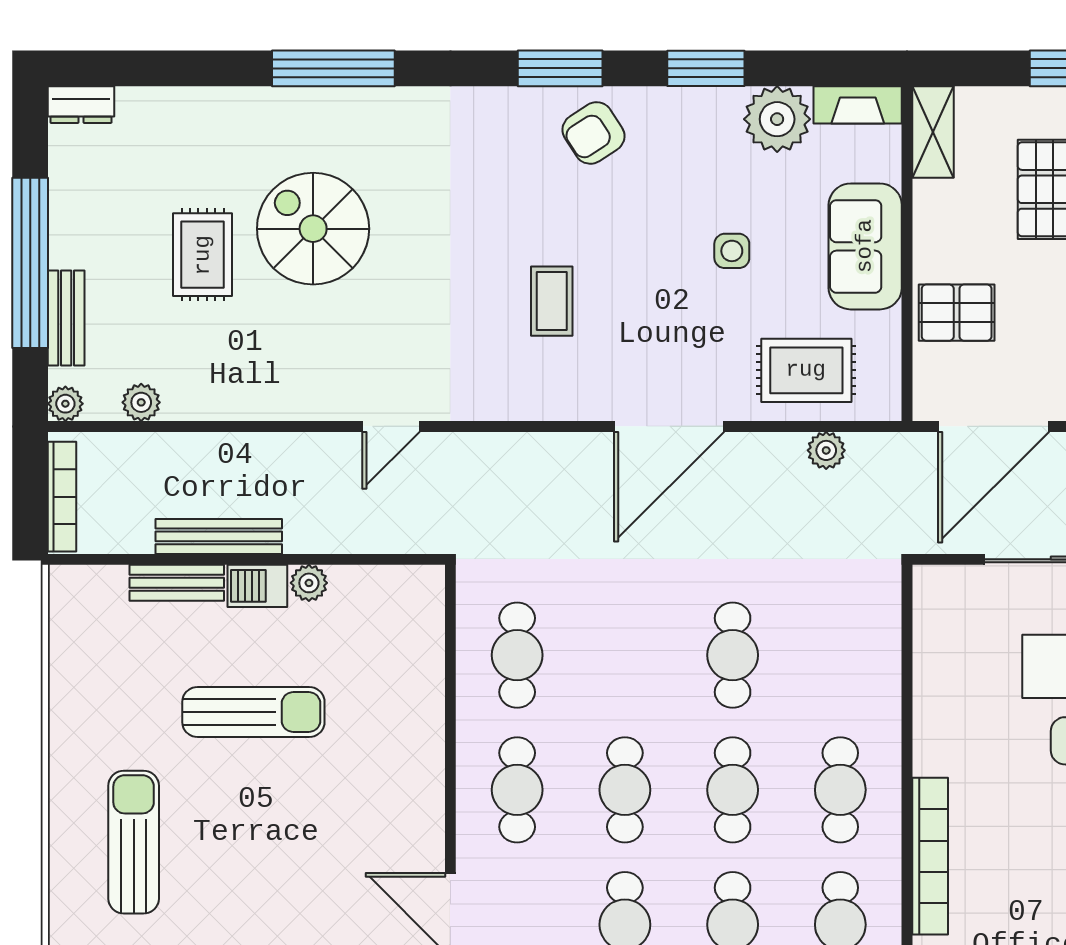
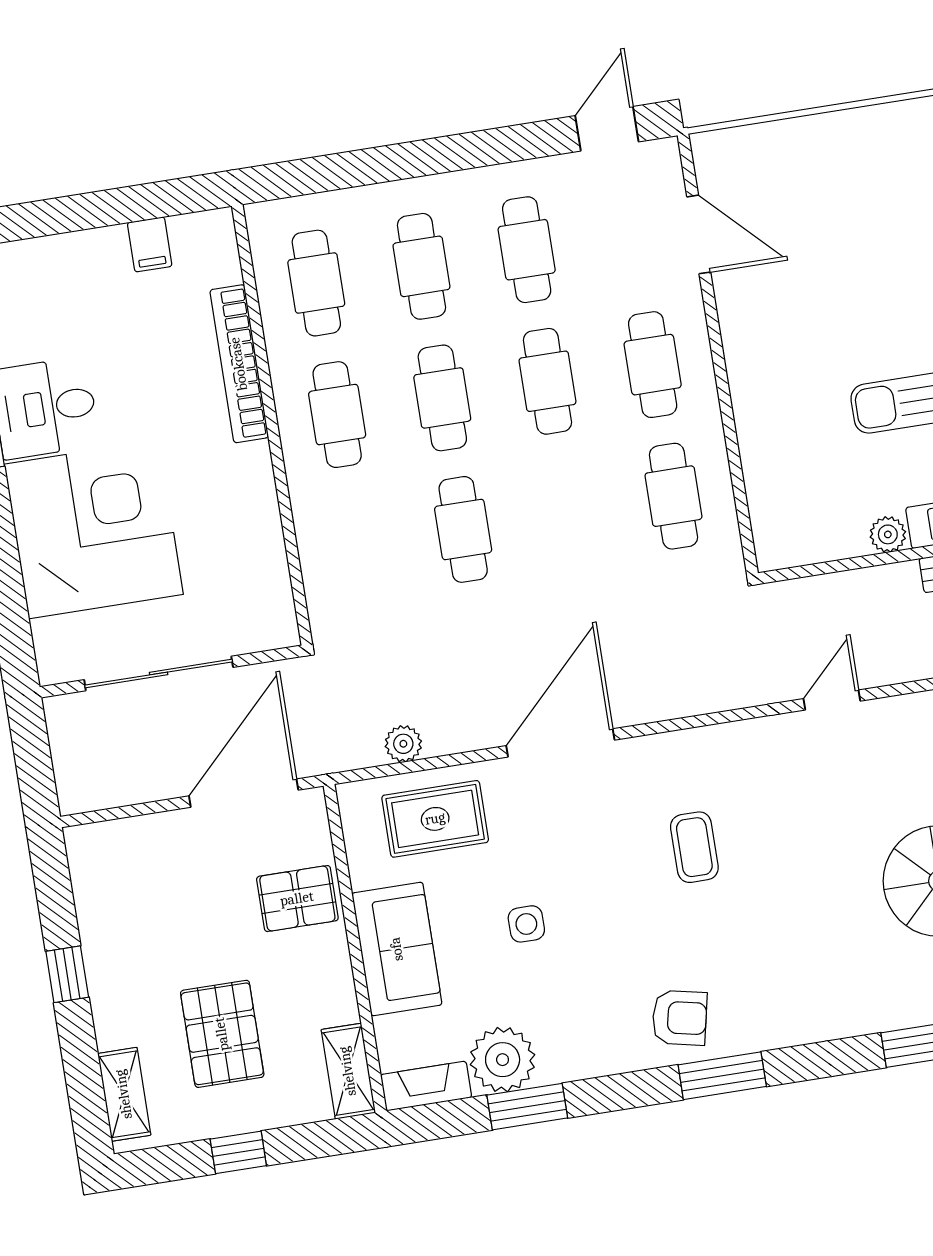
window: (706, 68) -> (527, 1107), moved
armchair: (594, 133) -> (680, 1018), turned 45

